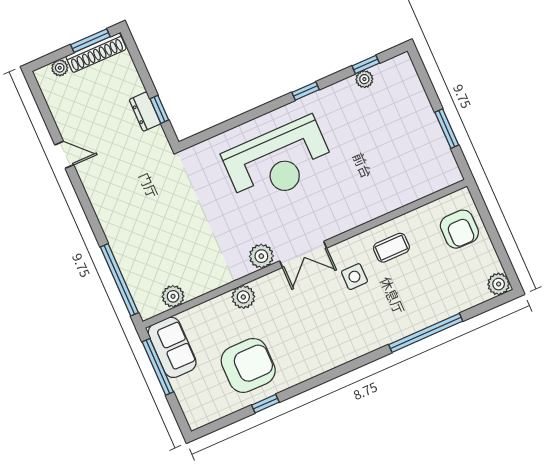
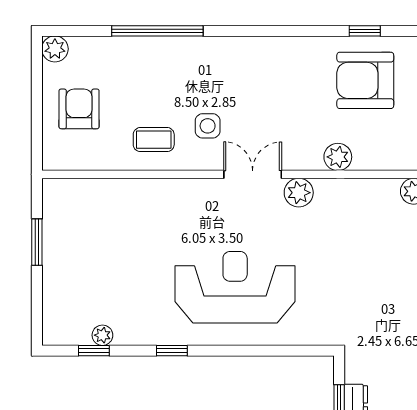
armchair: (459, 229) -> (79, 109), moved

